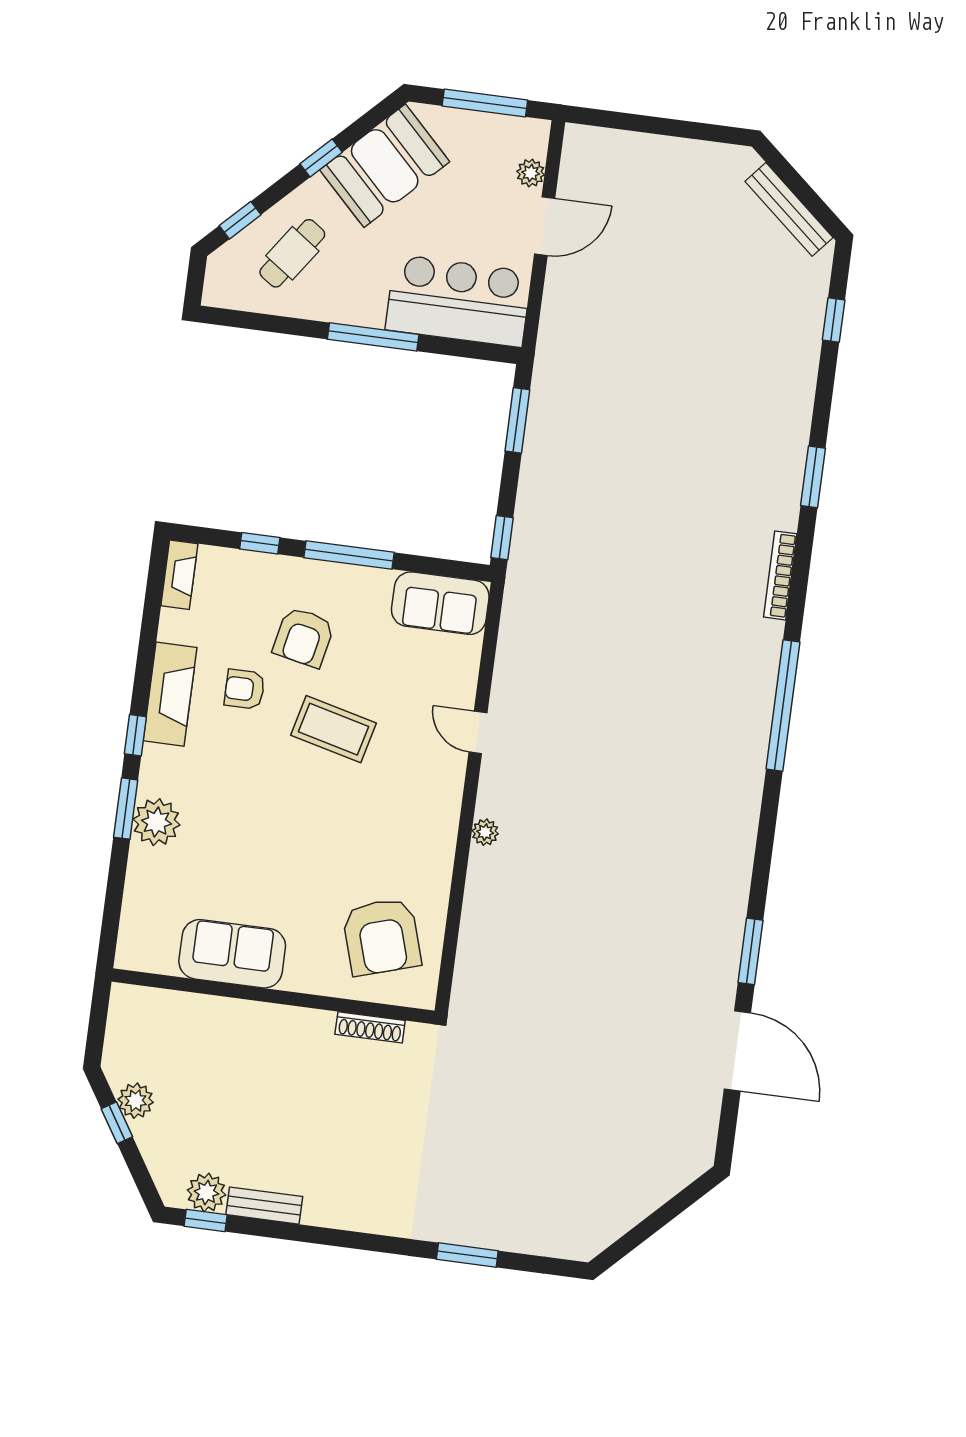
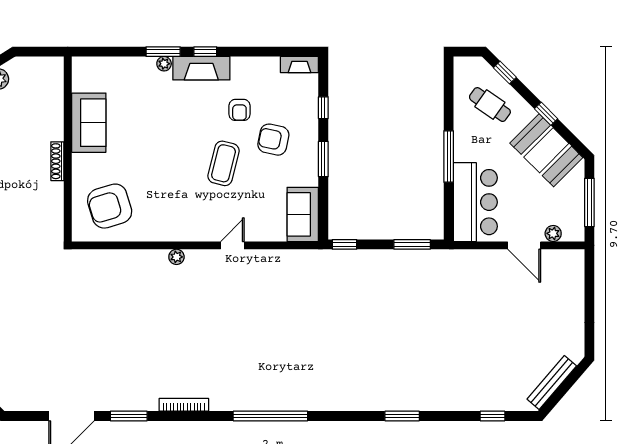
window: (349, 555) -> (323, 159), width x0.69
bookcase: (780, 575) -> (184, 405), moved
armchair: (244, 689) -> (239, 110), turned 180
fireplace: (170, 694) -> (201, 68), moved
plant: (156, 822) -> (164, 64), width x0.53, depth x0.53
shoe rack: (370, 1027) -> (57, 161), moved

